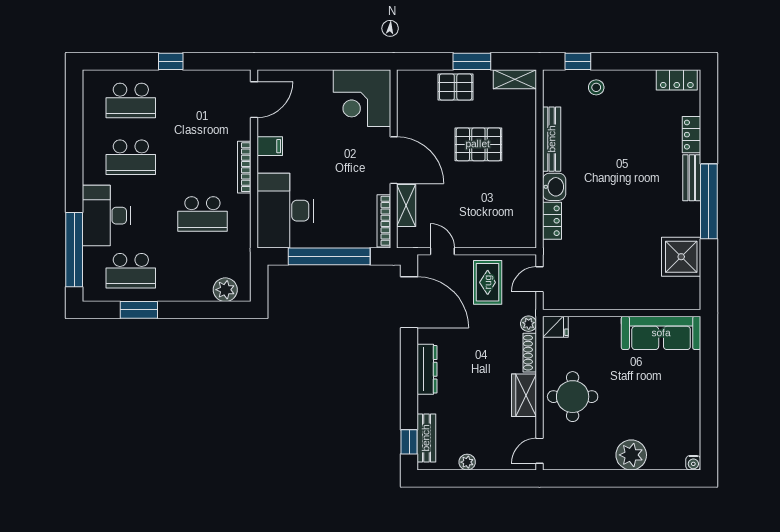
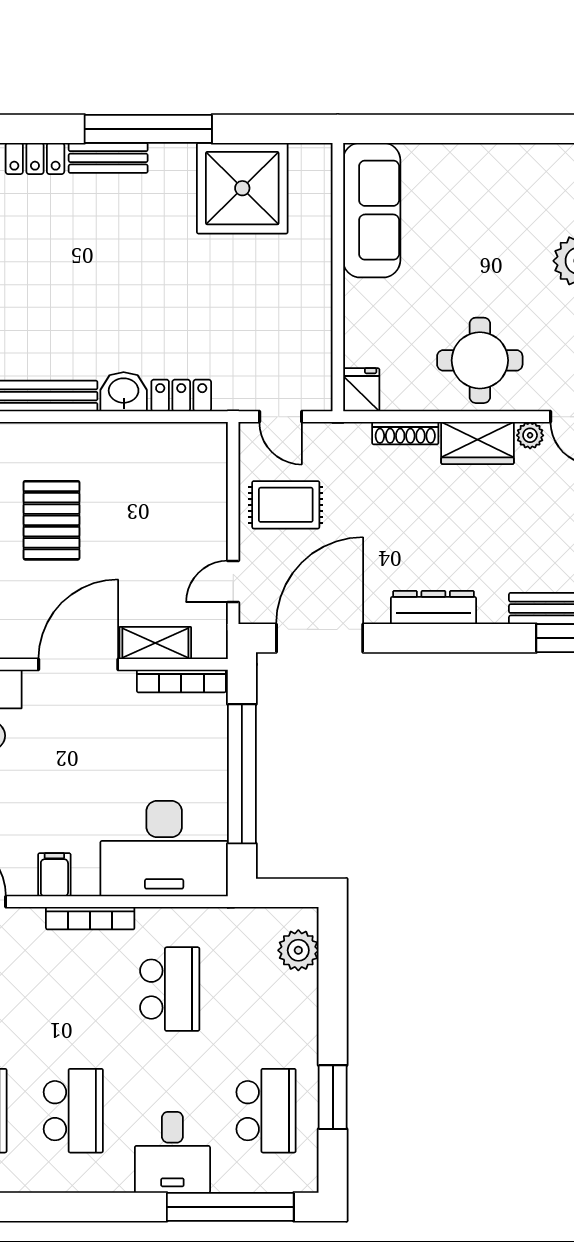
desk: (106, 216) -> (172, 1152), width x0.73
shower: (681, 257) -> (242, 188), width x1.37, depth x1.37
plant: (529, 324) -> (530, 435), moved

